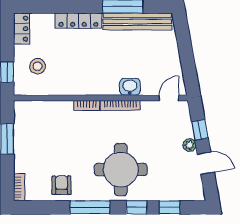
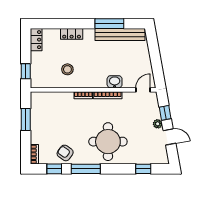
locker: (78, 21) -> (72, 34), width x0.66
stool: (38, 66) -> (67, 69), moved
armchair: (62, 185) -> (65, 153), turned -55
window: (136, 207) -> (54, 169), moved

